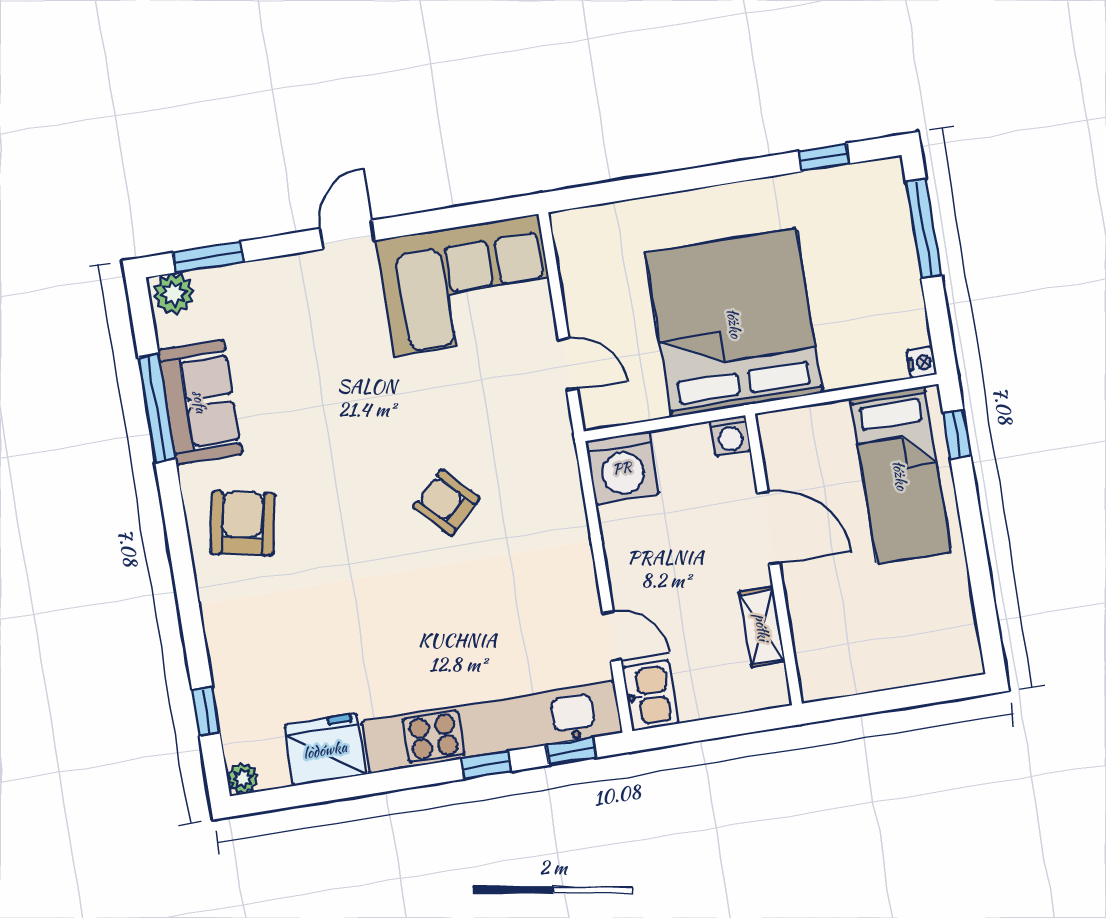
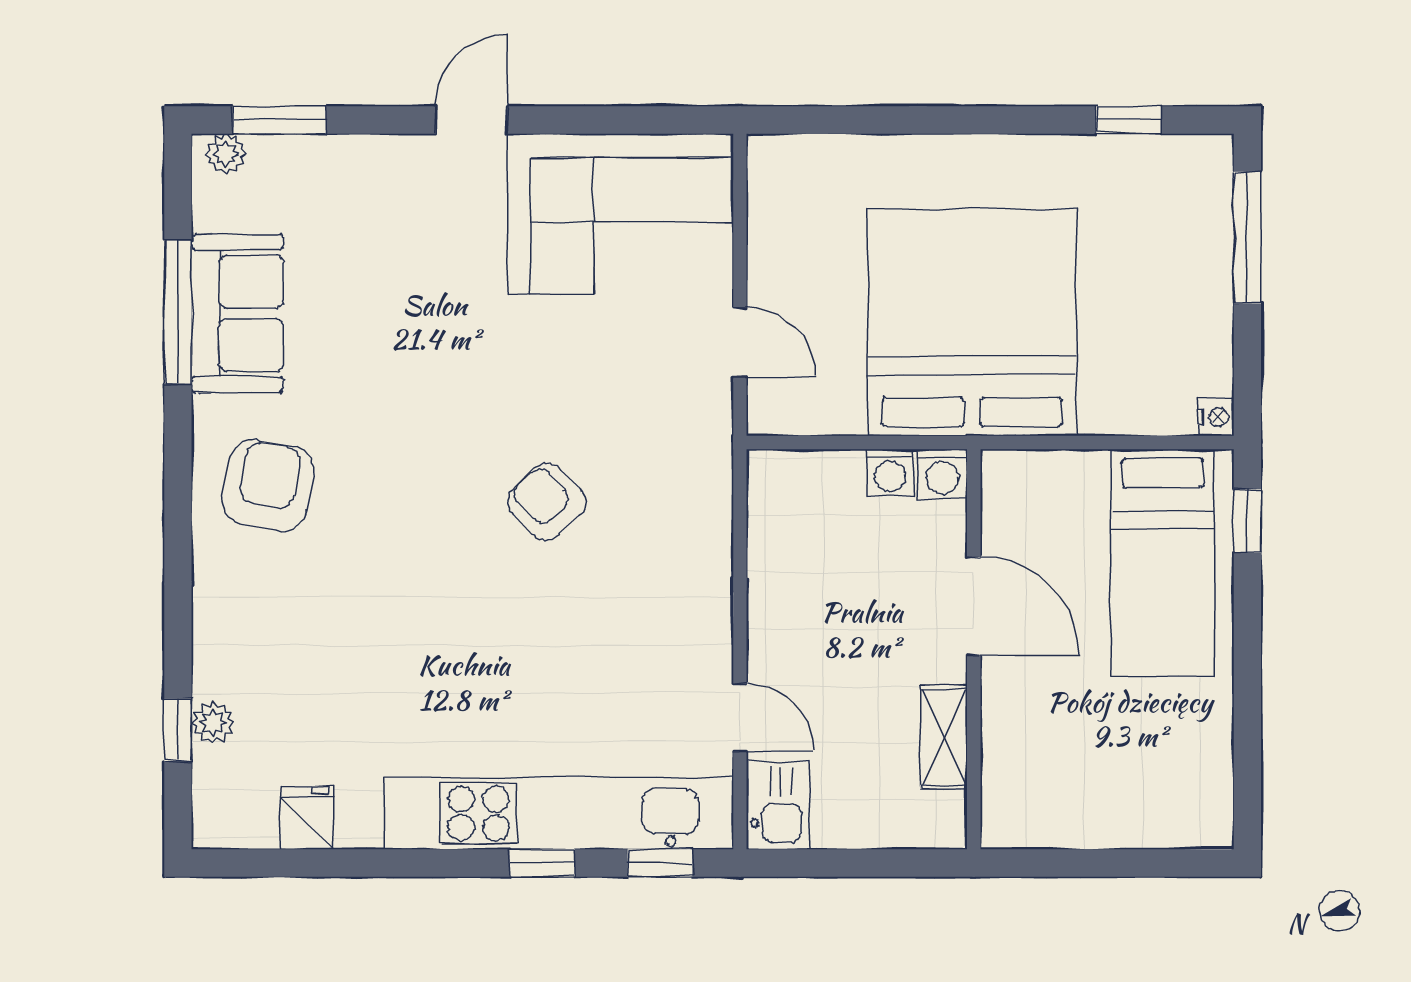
plant: (174, 294) -> (226, 154), width x0.73, depth x0.73
washing machine: (622, 468) -> (890, 472), moved, width x0.53, depth x0.53
fridge: (325, 750) -> (306, 818), width x0.53, depth x0.75
plant: (243, 778) -> (213, 723), moved

